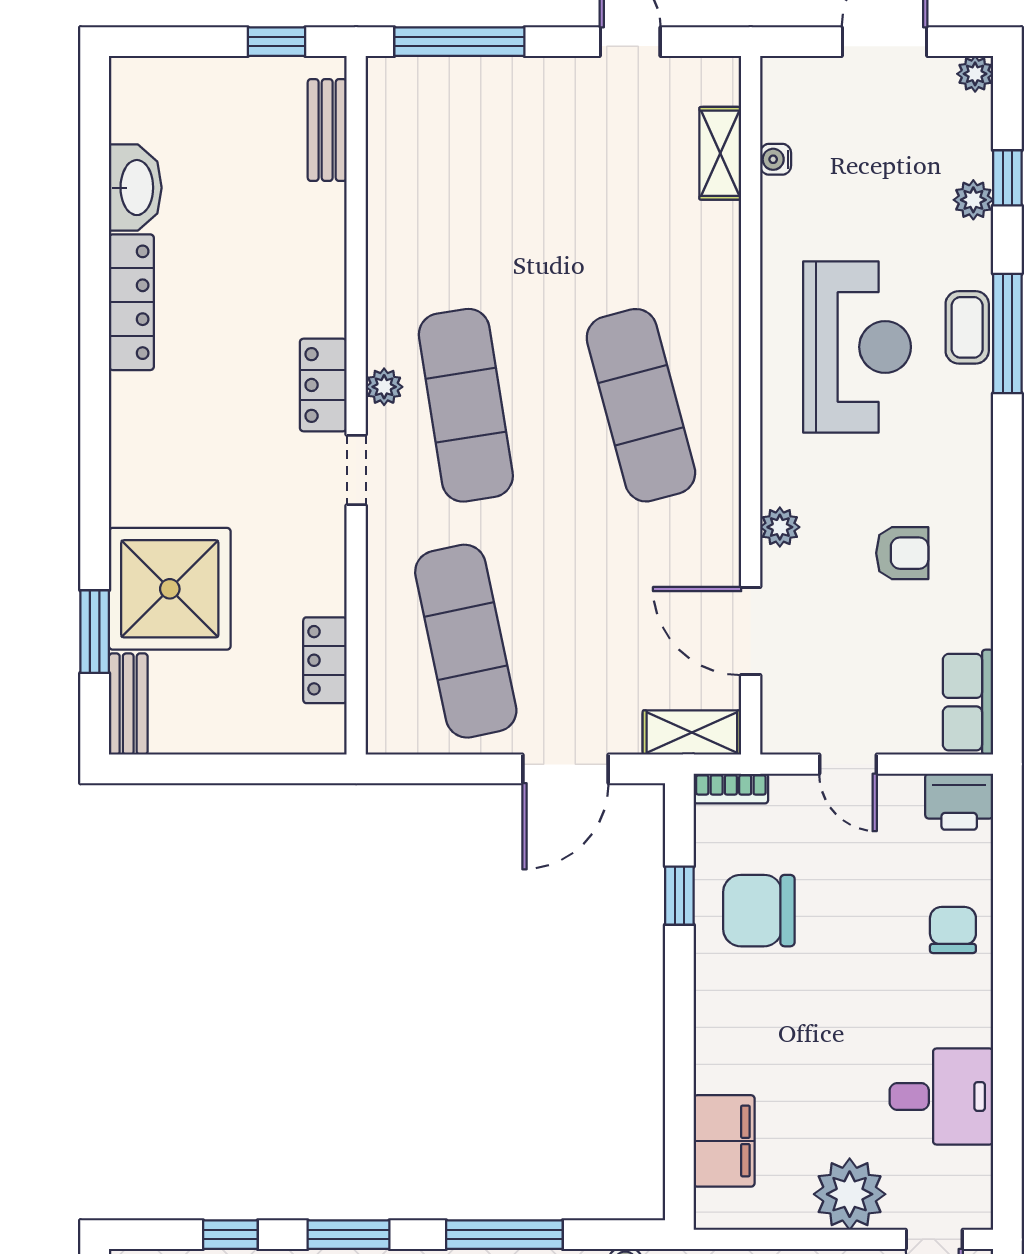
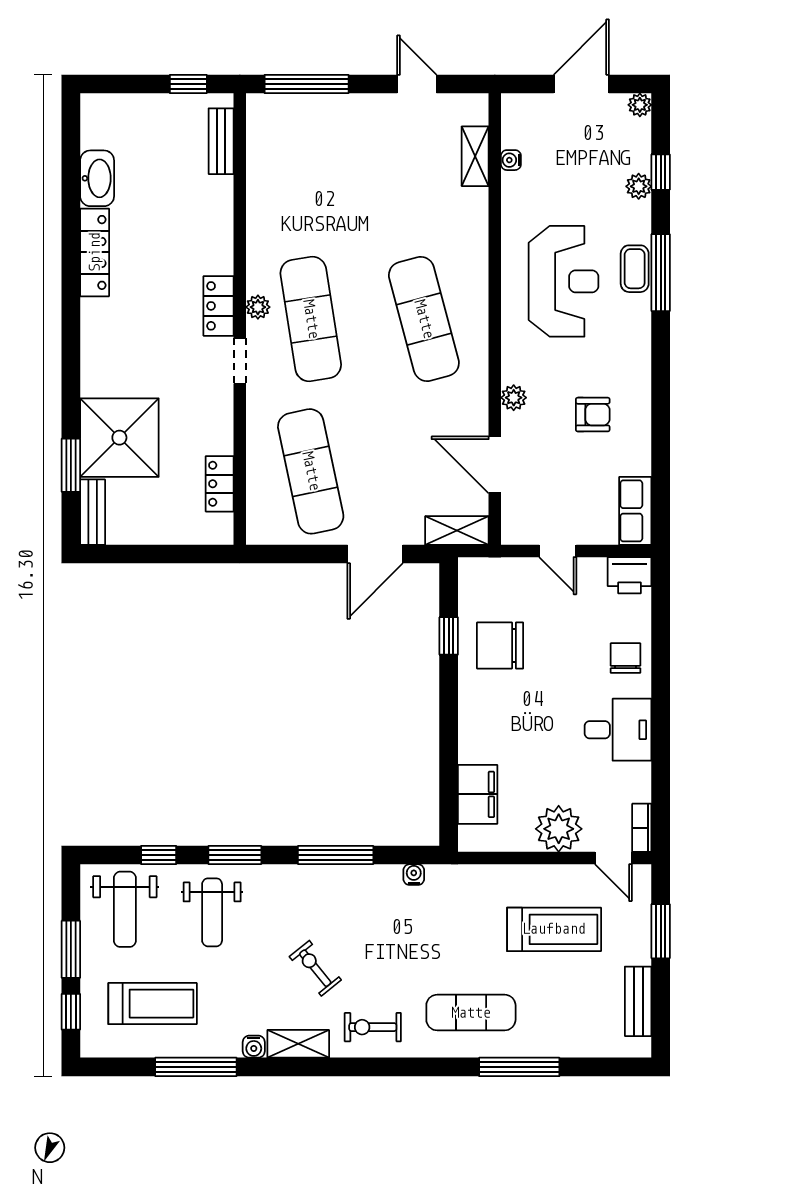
bookcase: (731, 789) -> (642, 828), moved, turned 90
desk: (941, 1097) -> (618, 730), moved

